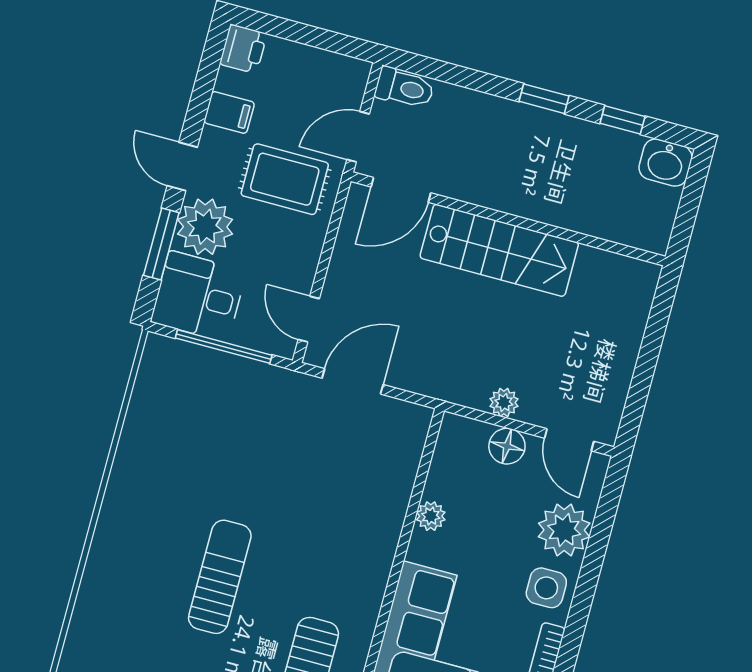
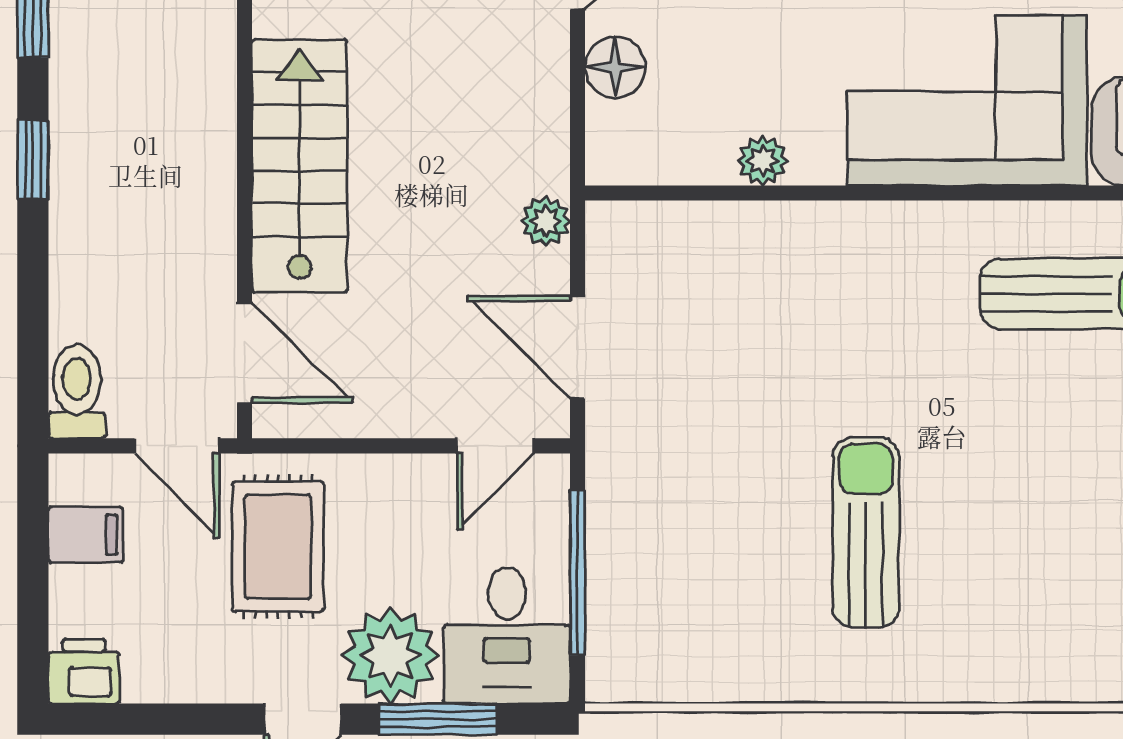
filing cabinet: (229, 112) -> (86, 535), moved, turned 90
plant: (504, 403) -> (545, 221), moved
sun lounger: (220, 577) -> (866, 532), moved, turned 90

